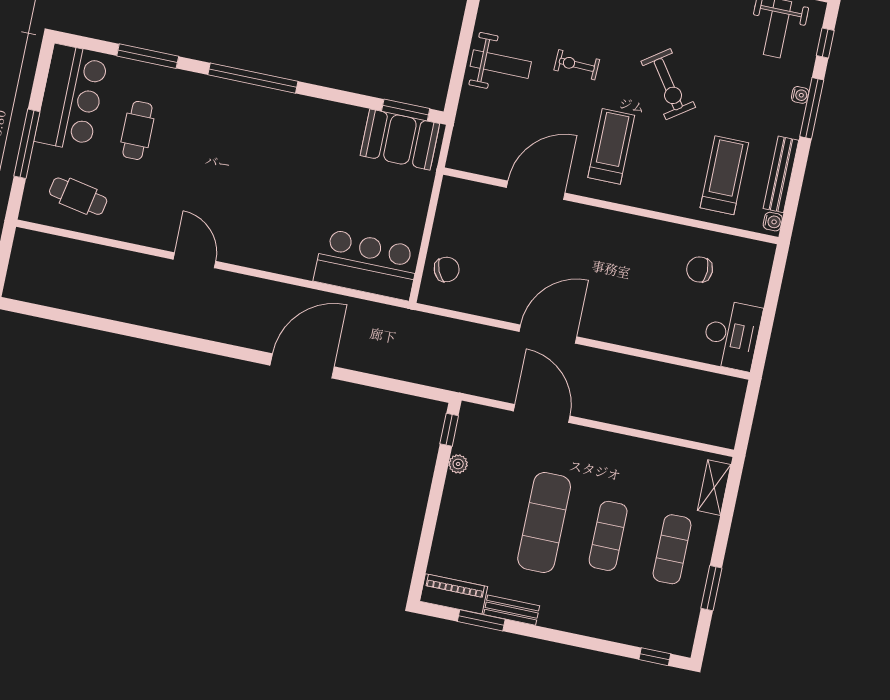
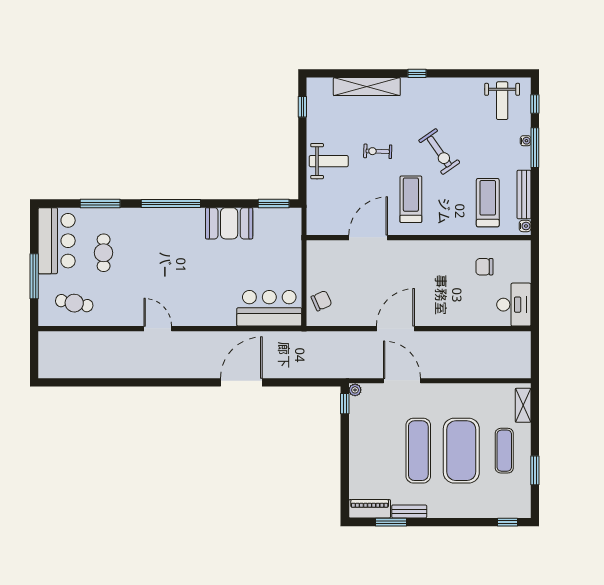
booth: (400, 140) -> (229, 223), moved
plant: (458, 464) -> (355, 390), moved
exercise mat: (608, 536) -> (461, 451), width x2.00, depth x1.45

